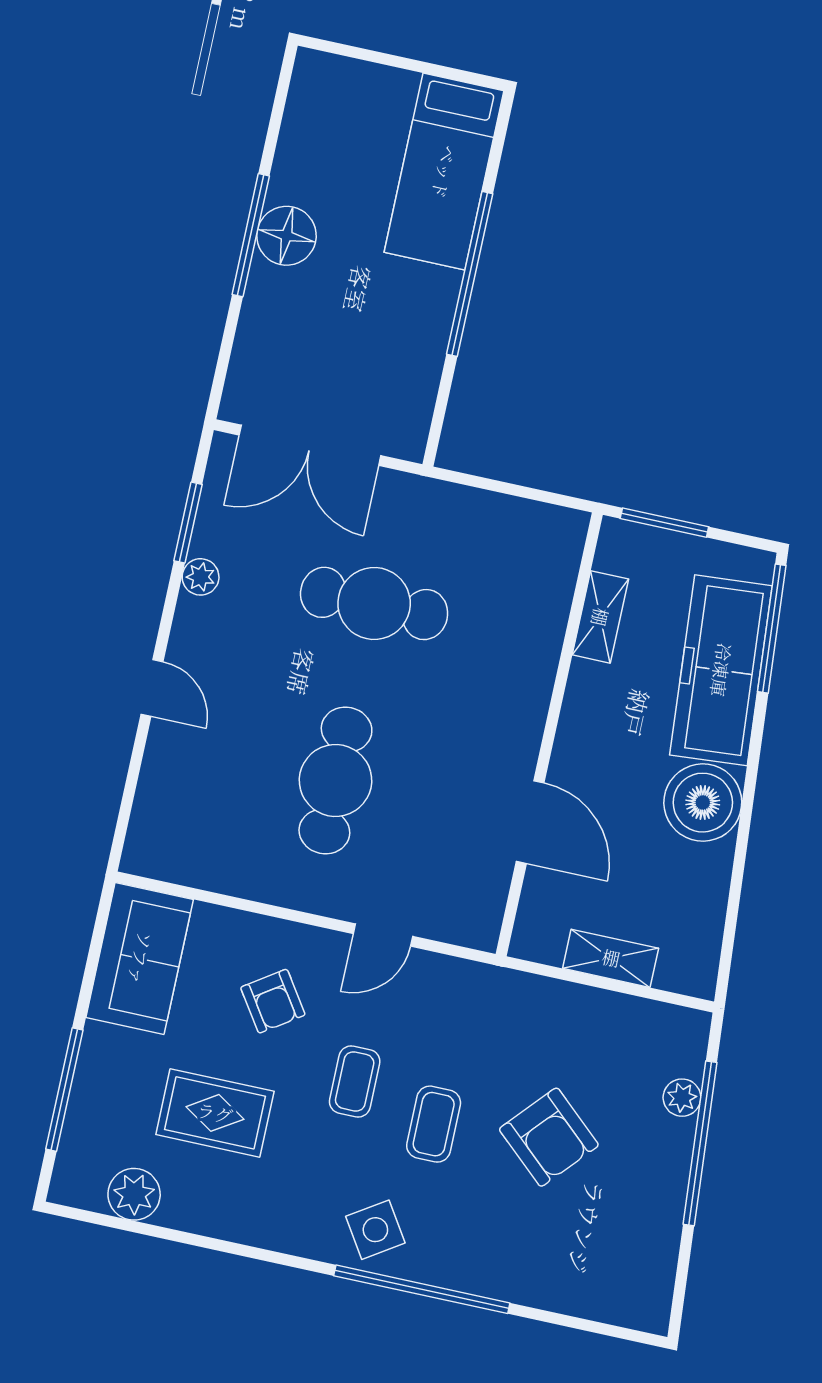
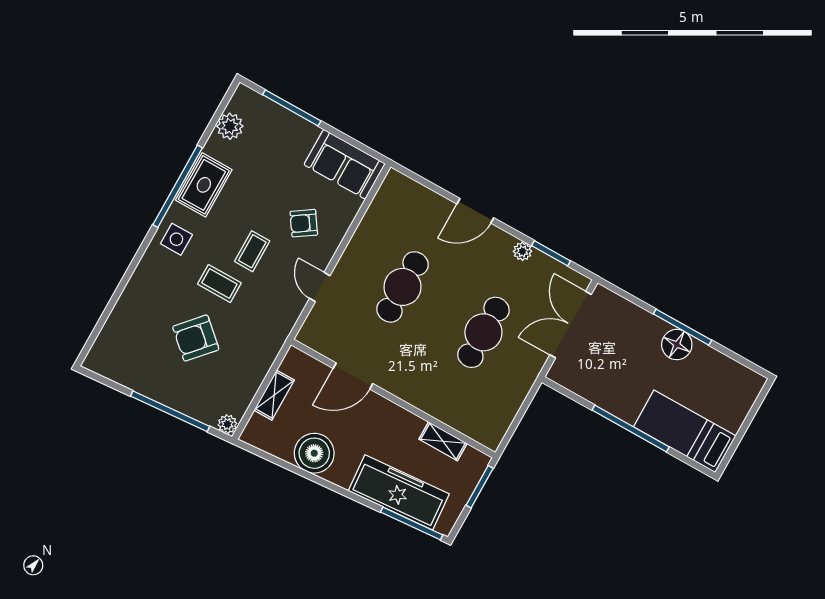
door: (152, 688) -> (475, 211), width x1.38
cafe table: (335, 780) -> (403, 287), turned 90
boiler: (703, 803) -> (314, 453), moved
coffee table: (355, 1081) -> (252, 251), turned 90
plant: (682, 1098) -> (227, 424), moved
rug: (215, 1113) -> (204, 185), moved
side table: (375, 1230) -> (176, 239), turned 33
window: (422, 1289) -> (178, 186), moved

